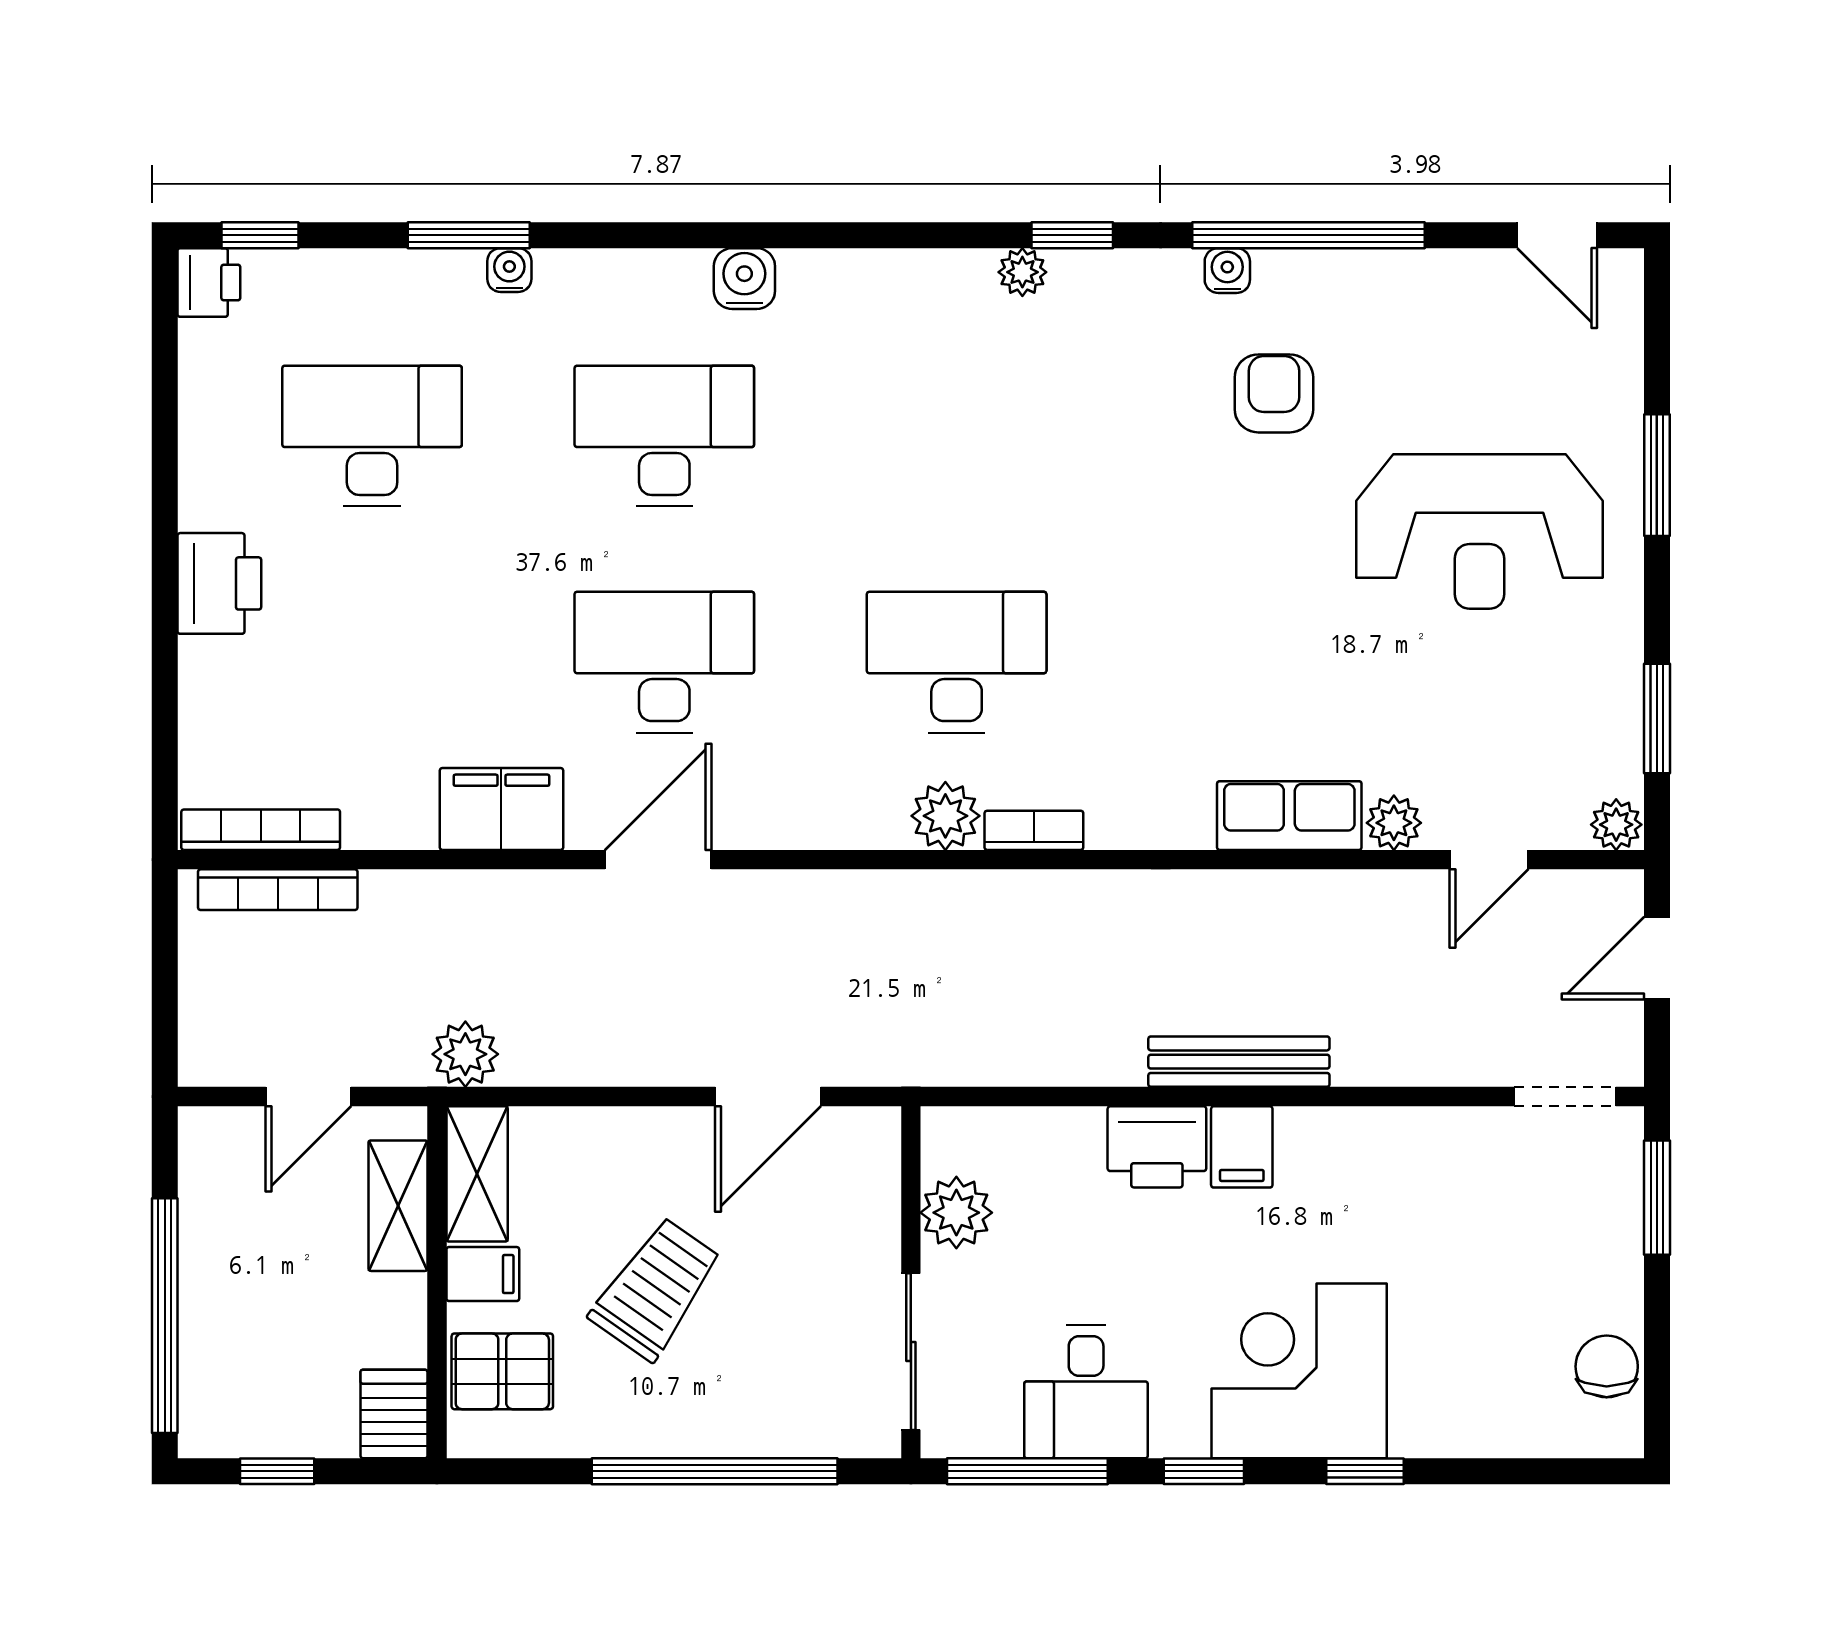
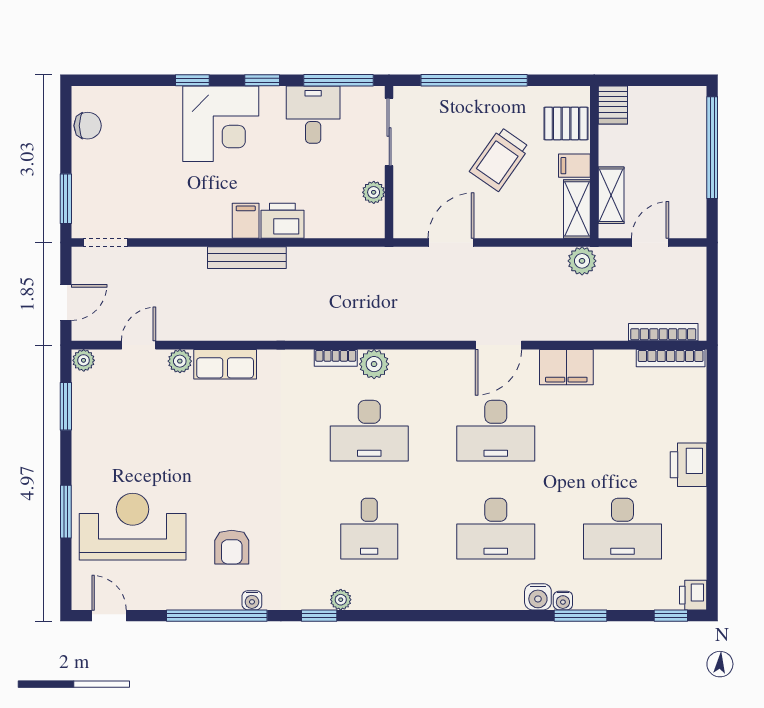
water cooler: (744, 279) -> (538, 597), moved
desk: (957, 436) -> (369, 529), added
reception desk: (1479, 531) -> (133, 527), moved
plant: (956, 1213) -> (374, 192), width x0.73, depth x0.73
chair: (1607, 1366) -> (88, 126), turned -90
window: (277, 1471) -> (664, 80), removed

